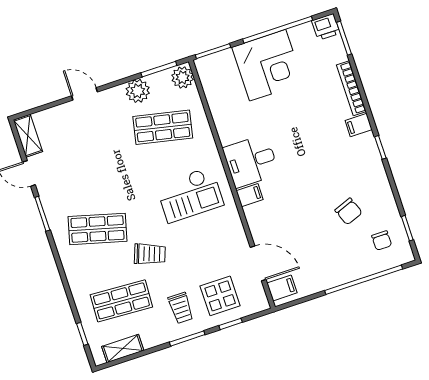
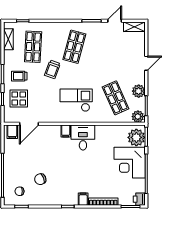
plant: (220, 68) -> (136, 137), added
shop shelf: (163, 127) -> (116, 98), turned -36
checkout: (190, 195) -> (76, 100), turned 90

